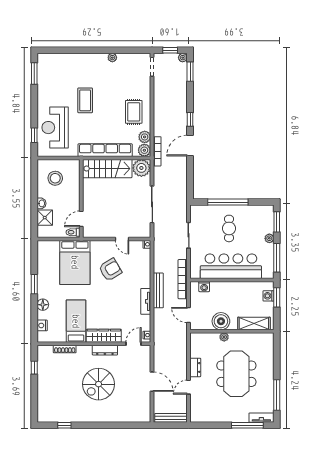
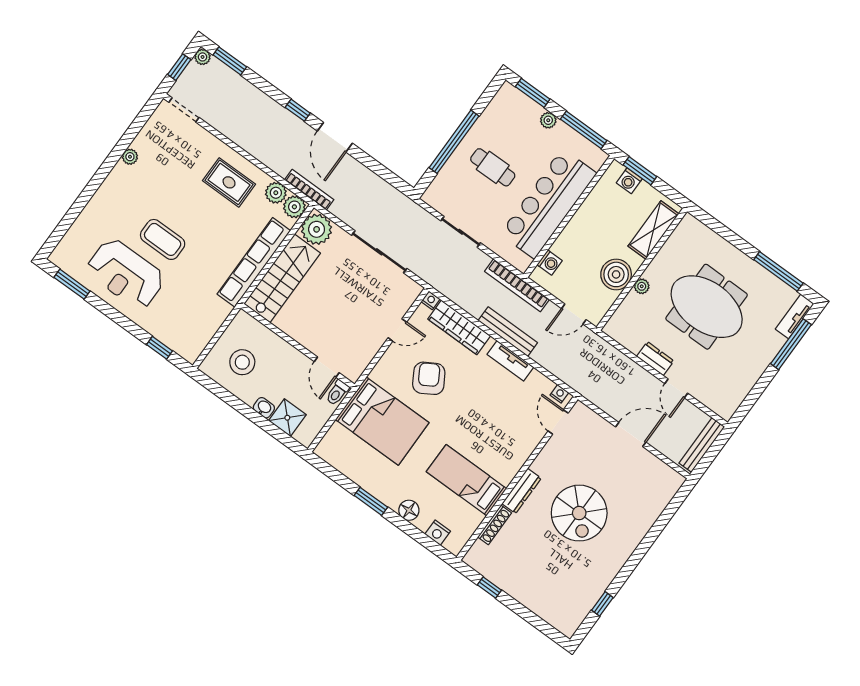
reception desk: (55, 128) -> (126, 274), moved
wardrobe: (104, 336) -> (459, 327), moved, turned -90
dresser: (105, 350) -> (522, 491), moved

